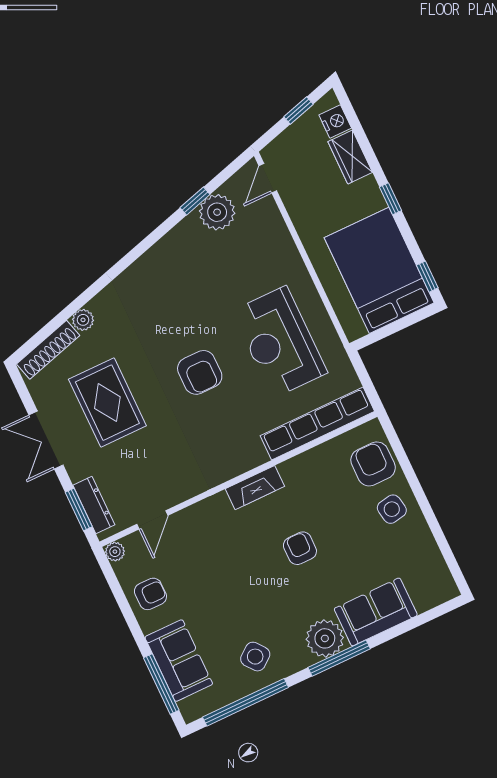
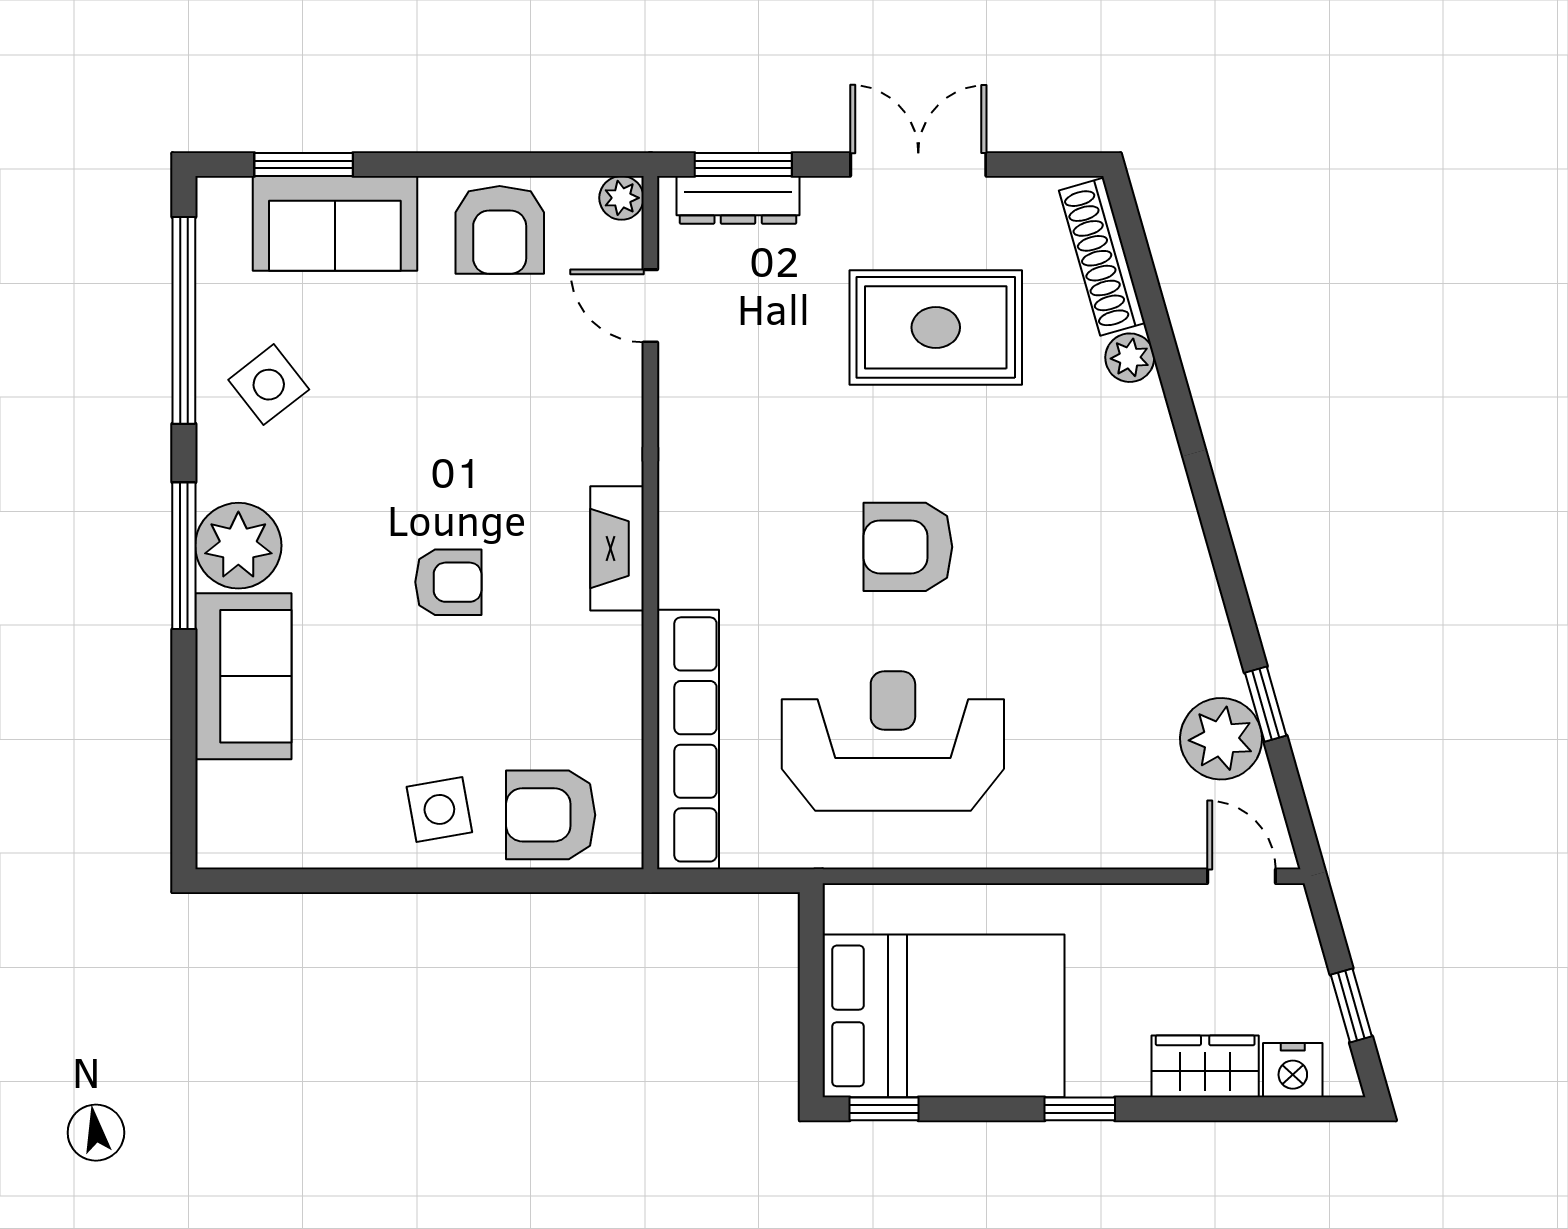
armchair: (373, 464) -> (551, 815), turned 180
armchair: (150, 594) -> (500, 230), width x1.38, depth x1.38
window: (161, 684) -> (304, 164), width x0.69

